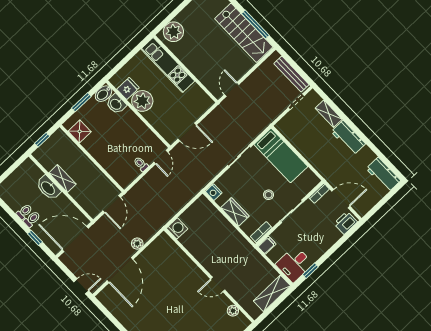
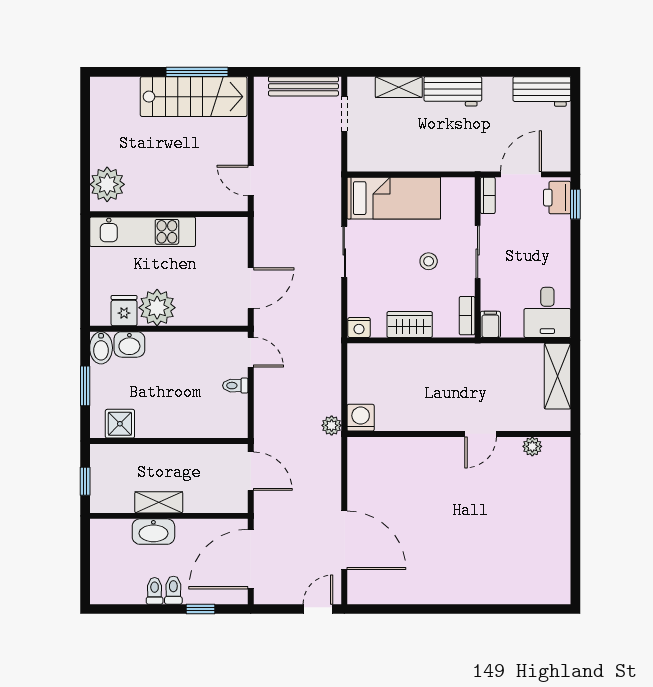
plant: (137, 244) -> (332, 425), moved
window: (310, 271) -> (575, 204), moved

